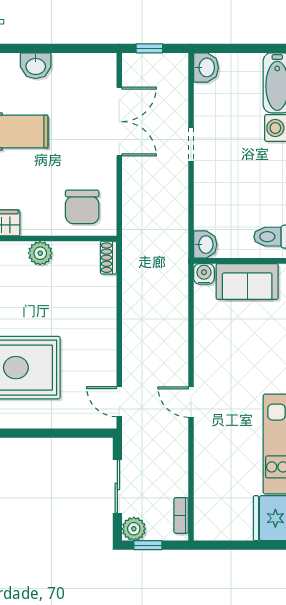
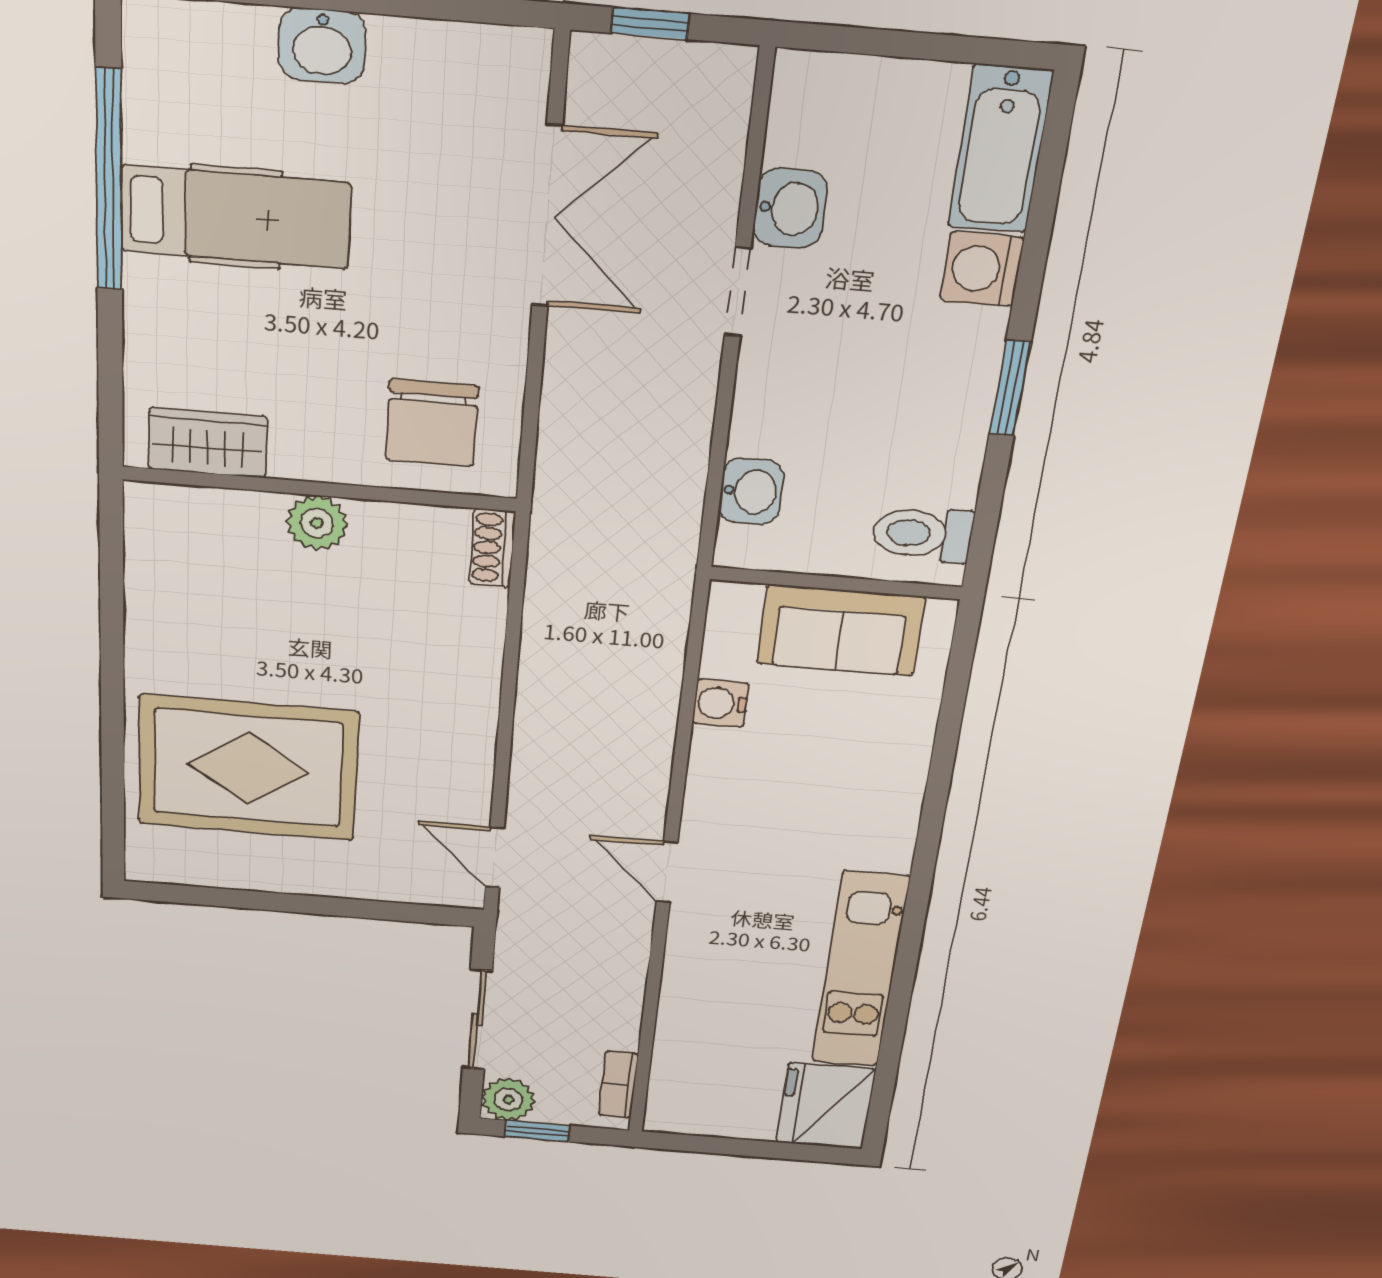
washbasin: (206, 67) -> (790, 208), moved
washbasin: (205, 245) -> (751, 492), moved
water cooler: (204, 274) -> (720, 703), moved, turned -90

